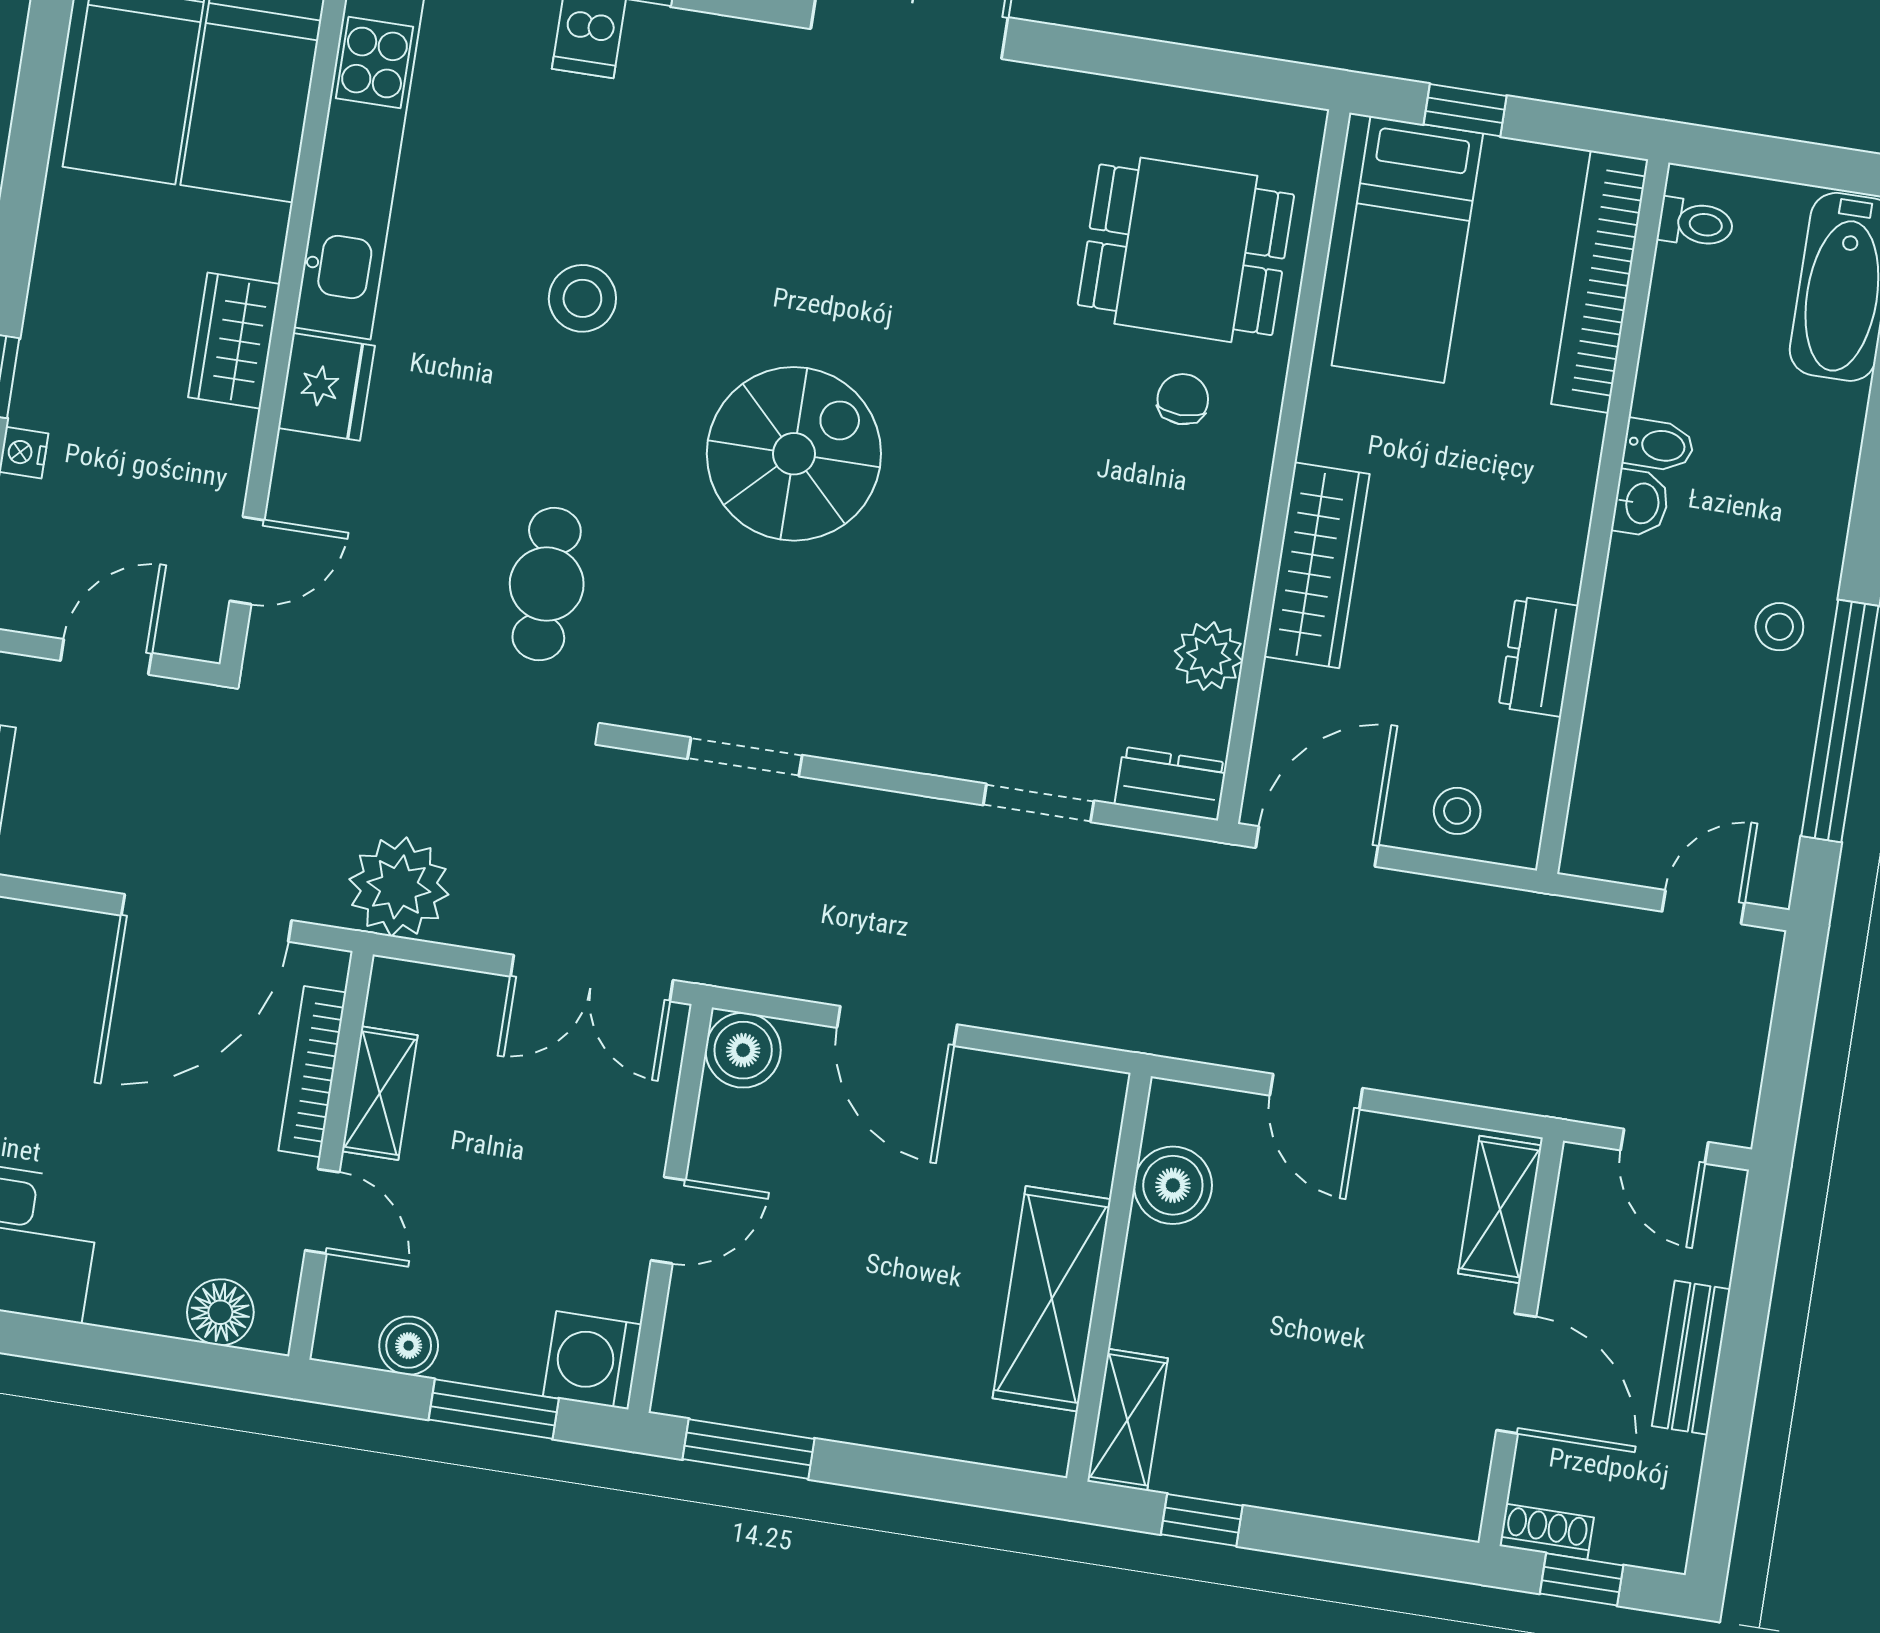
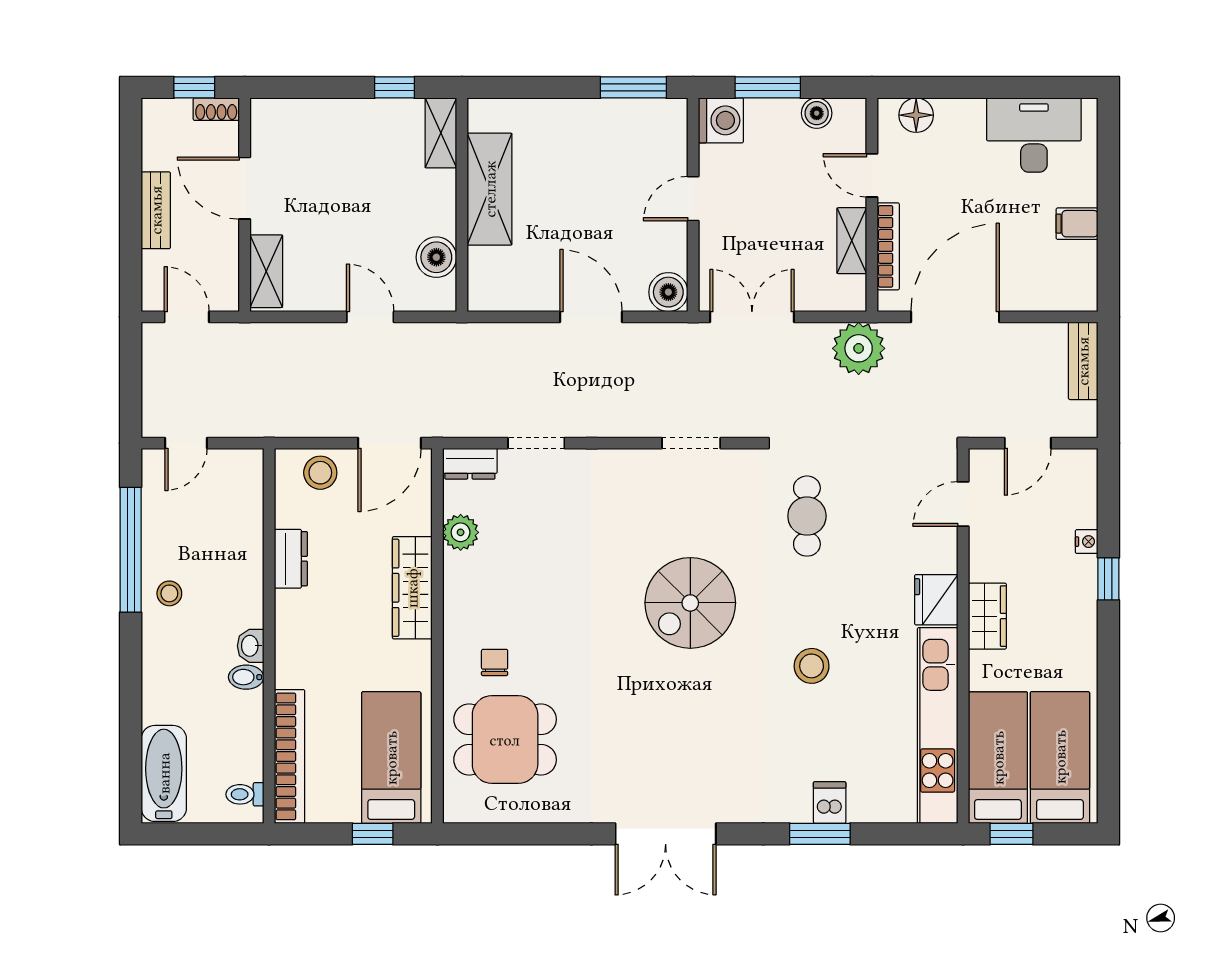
chair: (1183, 399) -> (495, 662), turned 180
stool: (1457, 811) -> (320, 473), width x1.37, depth x1.37

